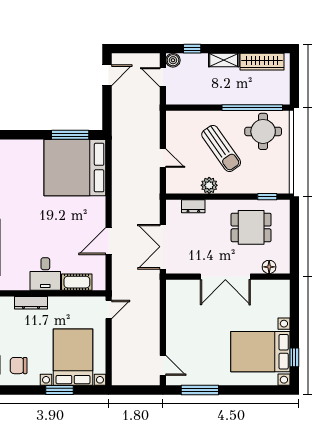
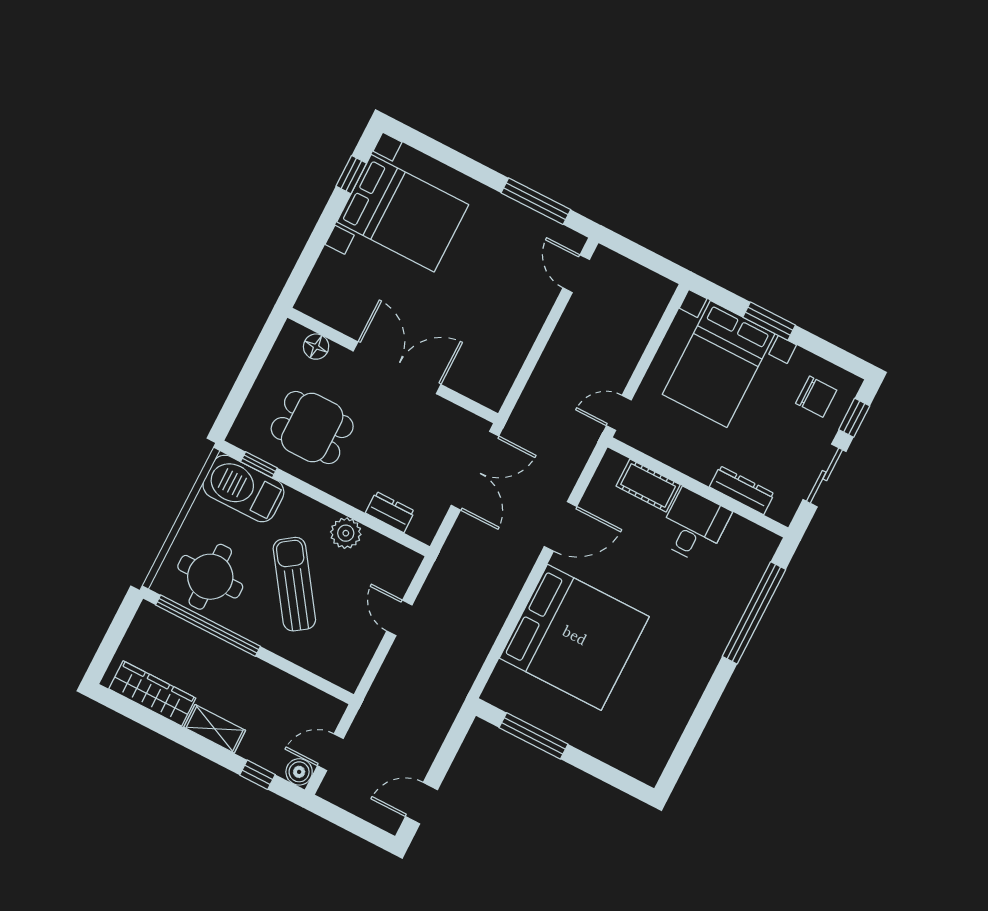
door: (163, 77) -> (330, 752), swing flipped
bed: (75, 168) -> (574, 637), moved
barbecue: (269, 182) -> (243, 488), added

